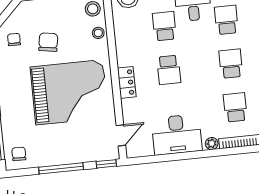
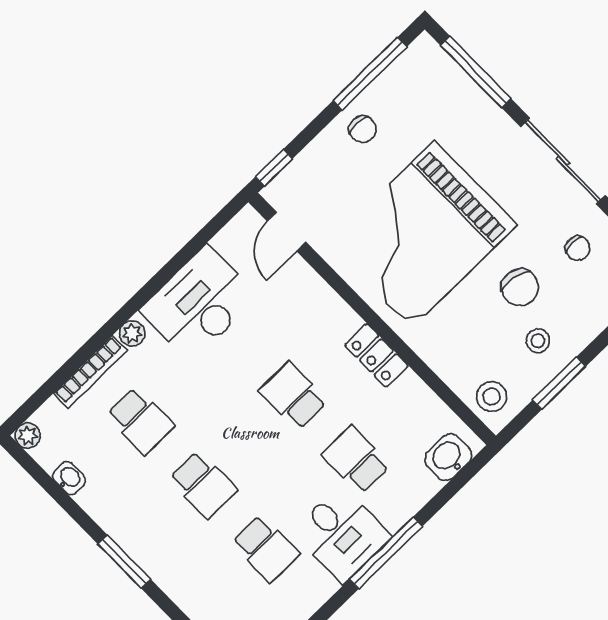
school desk: (164, 26) -> (356, 460), turned 180
stool: (98, 33) -> (538, 341), moved
locker: (127, 82) -> (376, 355), moved
chair: (19, 154) -> (363, 129), moved
window: (61, 168) -> (370, 74), moved

